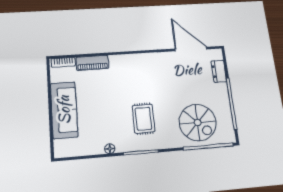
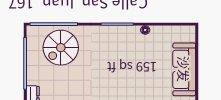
rug: (143, 119) -> (112, 55), removed
spiral stairs: (198, 123) -> (61, 48), turned -90

